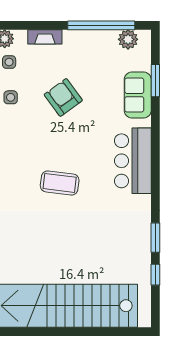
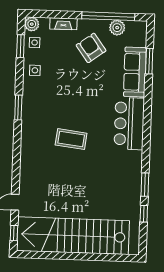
plant: (128, 39) -> (117, 28), moved
sofa: (138, 95) -> (135, 72), width x1.36
armchair: (63, 97) -> (91, 48), moved

